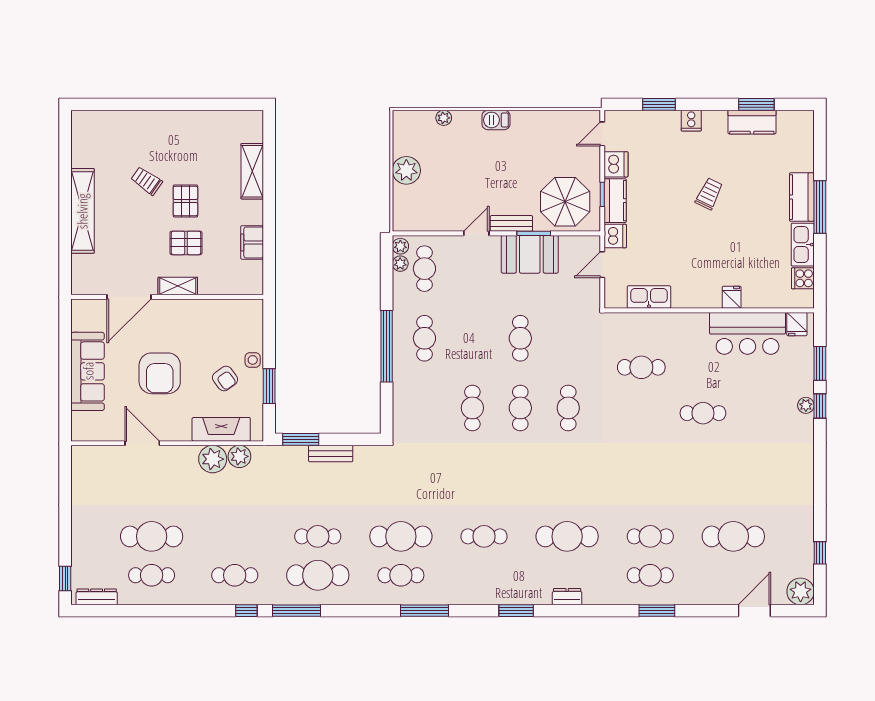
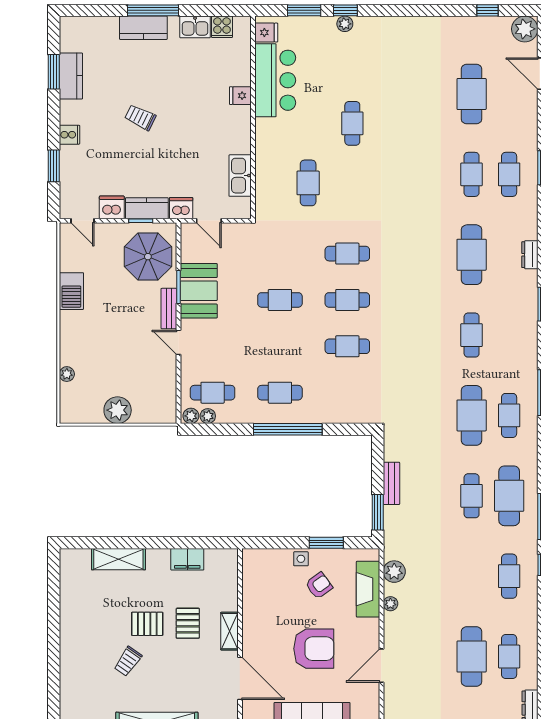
barbecue: (496, 120) -> (71, 291), moved, width x1.38, depth x1.27
kitchen sink: (803, 245) -> (195, 27), width x0.73
plant: (213, 459) -> (390, 604), width x0.53, depth x0.53

